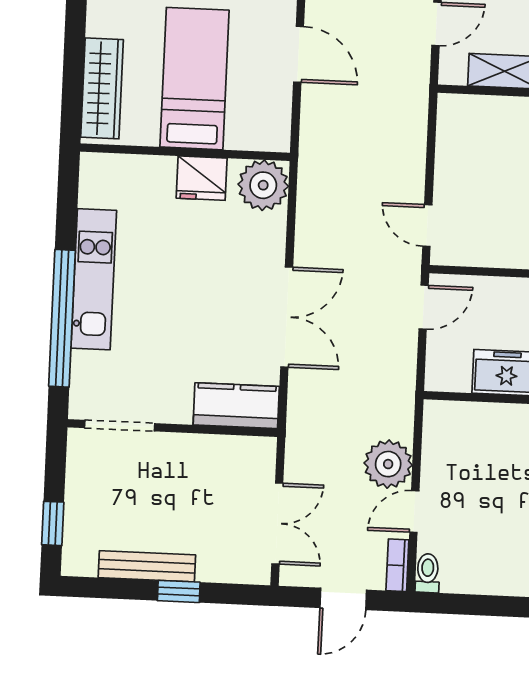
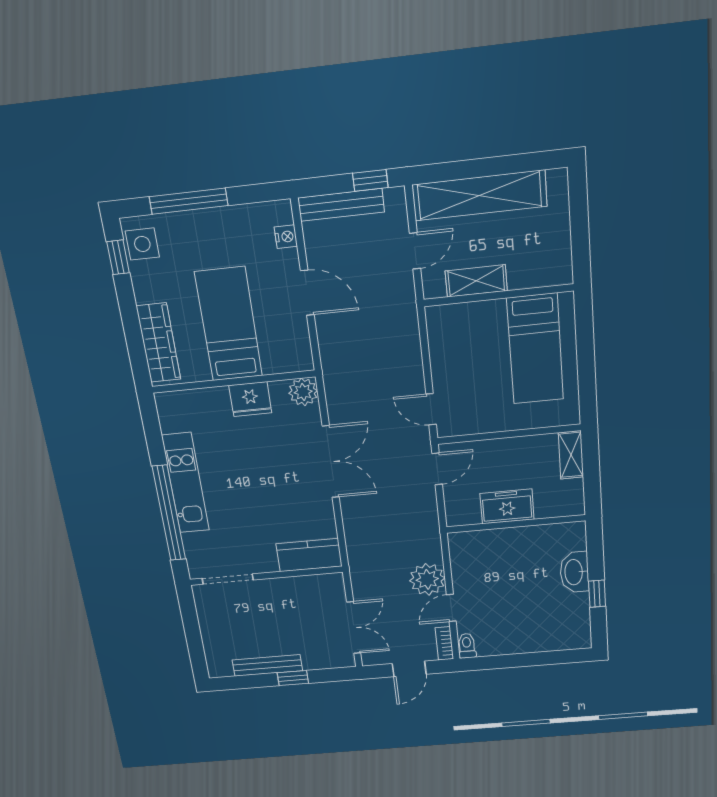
plant: (263, 185) -> (303, 392), width x0.73, depth x0.73
double door: (287, 317) -> (331, 462), moved
window: (53, 523) -> (196, 647), removed

